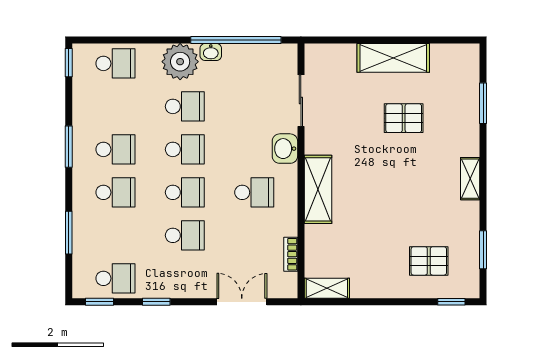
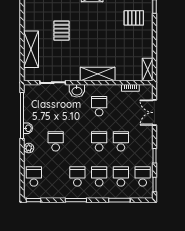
shelving: (393, 58) -> (31, 49), moved
plant: (180, 62) -> (29, 148), width x0.53, depth x0.53
school desk: (185, 149) -> (121, 177), moved
pallet: (429, 261) -> (134, 18), turned 90

